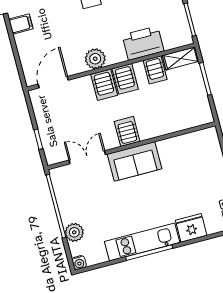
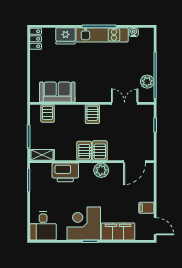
server rack: (155, 70) -> (48, 114), moved, turned 180
double door: (87, 157) -> (125, 103), swing flipped
sofa: (134, 161) -> (57, 92), moved
plant: (74, 232) -> (147, 82), moved
water cooler: (79, 263) -> (134, 32), moved

